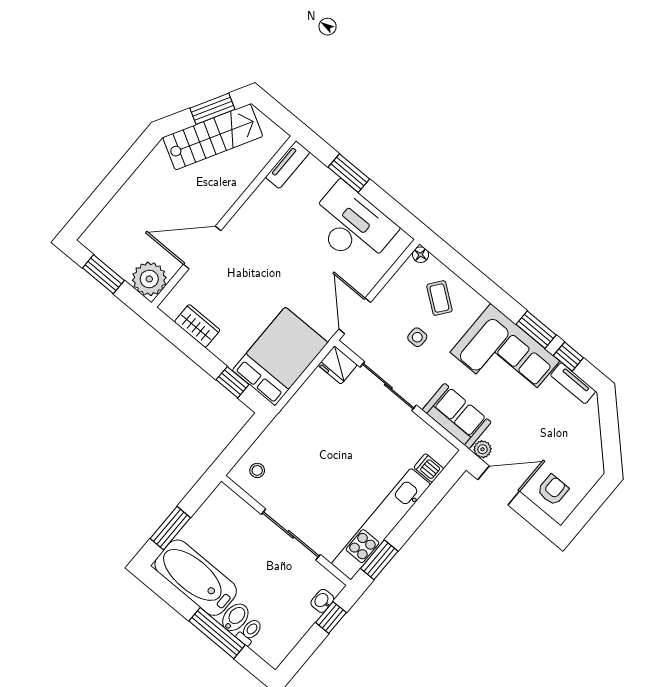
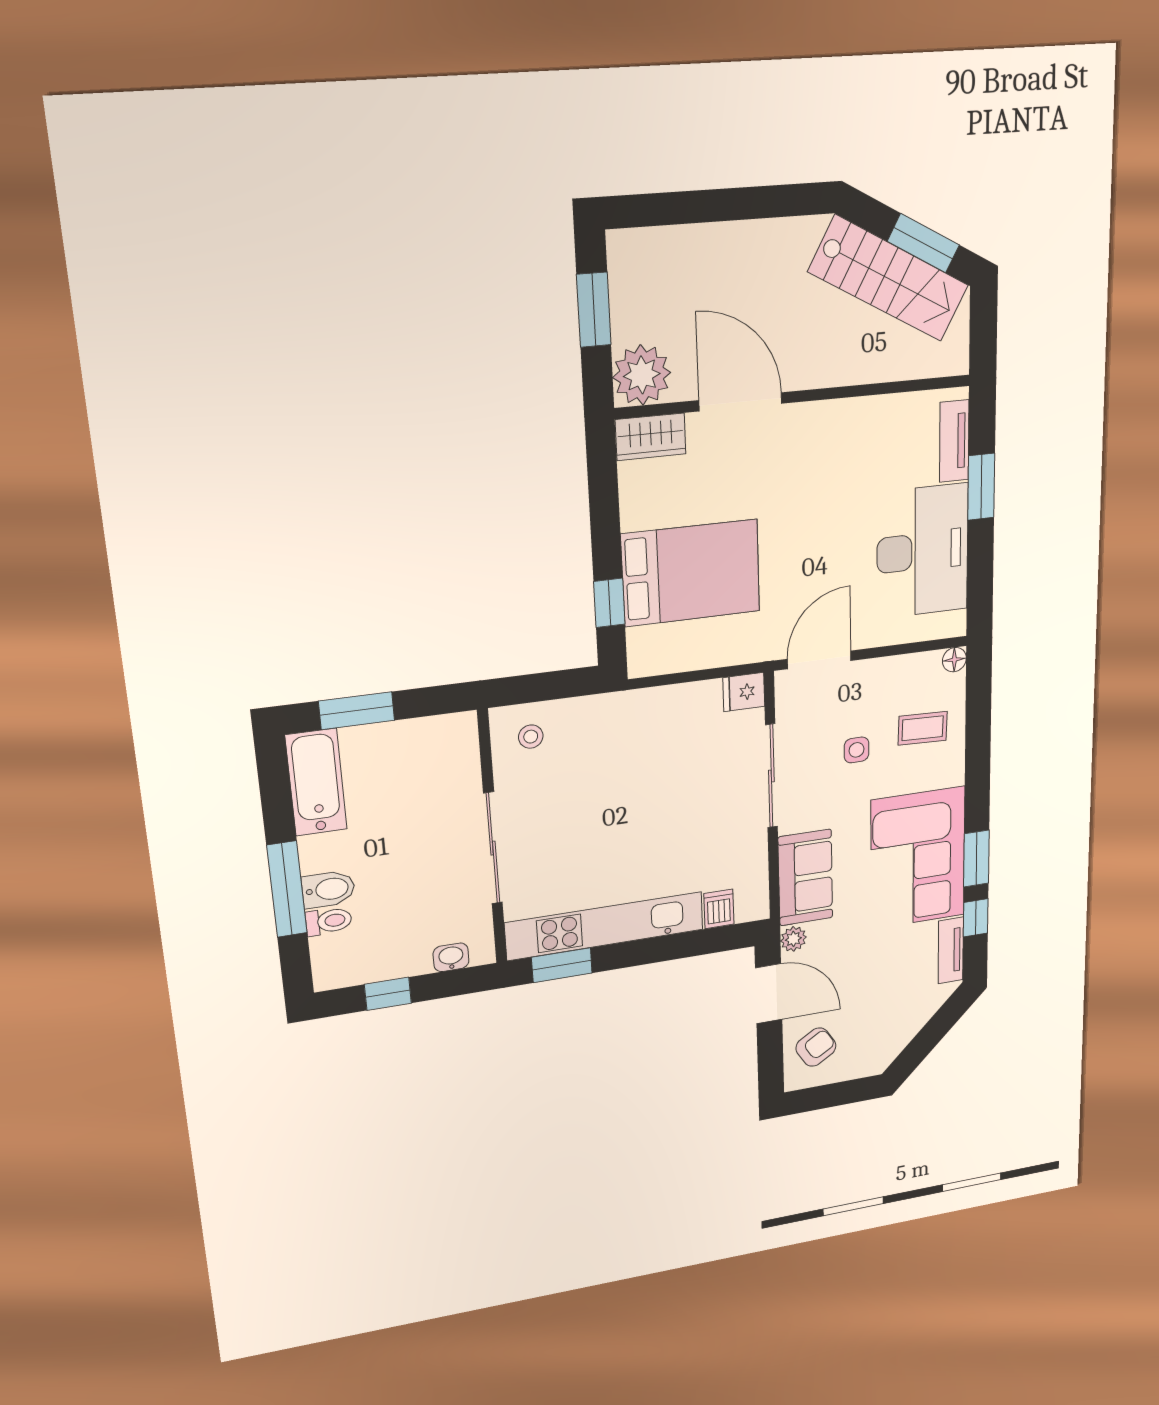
tv unit: (288, 165) -> (954, 441), moved, turned 90
coffee table: (439, 298) -> (923, 728), turned 55
wardrobe: (197, 326) -> (651, 437), moved, turned 90
bed: (280, 356) -> (691, 573), moved
fridge: (338, 365) -> (744, 692), width x0.72
armchair: (553, 490) -> (816, 1047), turned -32
bathtub: (196, 578) -> (316, 782), width x0.73, depth x0.73
window: (331, 618) -> (388, 994), moved

